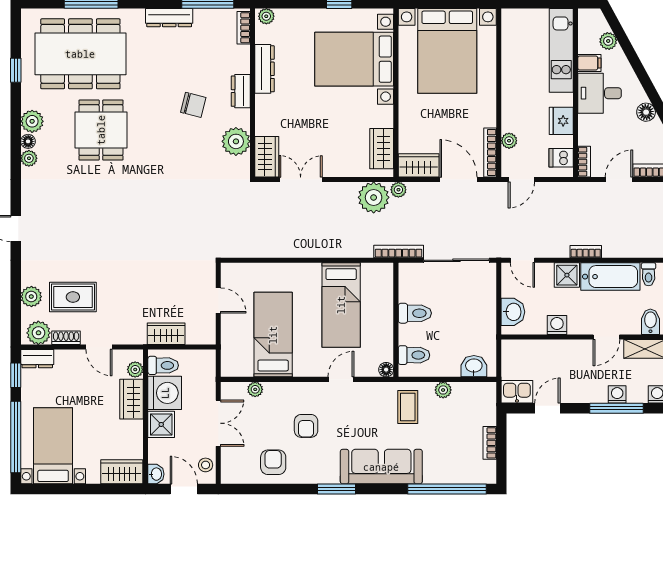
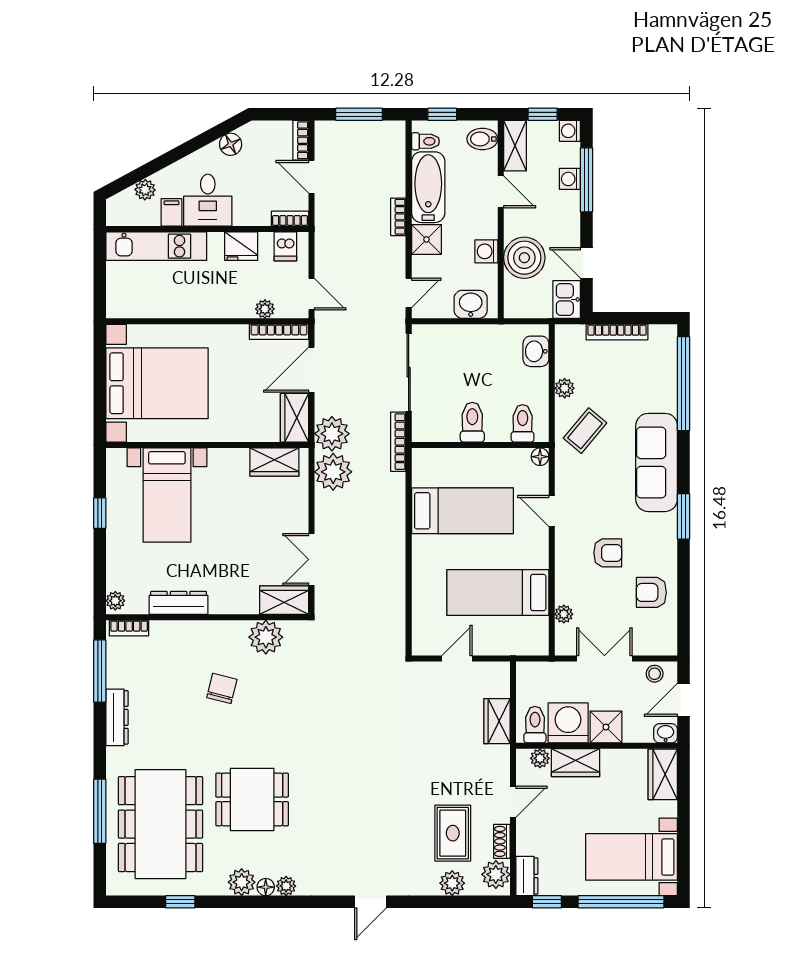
bed with nightstands: (354, 59) -> (167, 495), width x0.73
dresser: (241, 91) -> (205, 631), removed
plant: (398, 190) -> (332, 434), width x1.88, depth x1.88
boiler: (552, 357) -> (524, 258), added
coffee table: (408, 407) -> (585, 431), turned -50
bookcase: (490, 443) -> (617, 332), width x1.56

